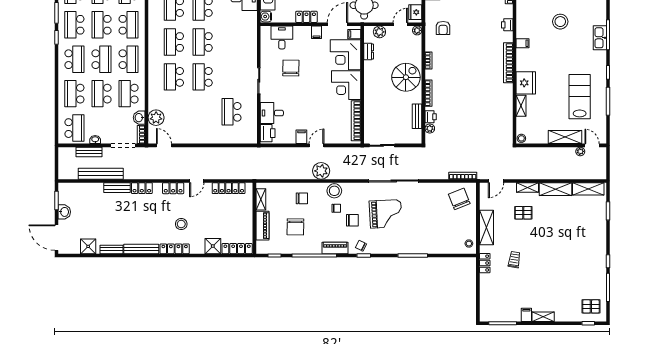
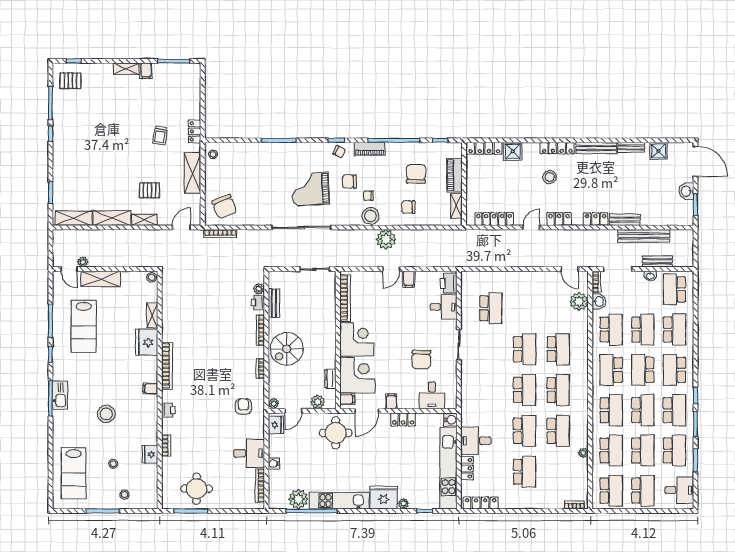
school desk: (129, 25) -> (611, 410), turned 180

